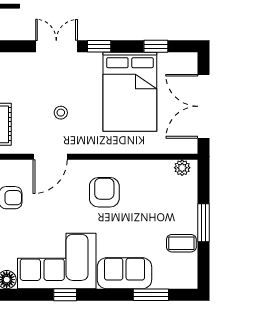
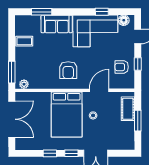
window: (156, 46) -> (50, 153), moved
bed: (130, 92) -> (67, 115), moved, turned 180
window: (204, 223) -> (12, 72), moved
window: (65, 295) -> (102, 12), moved

